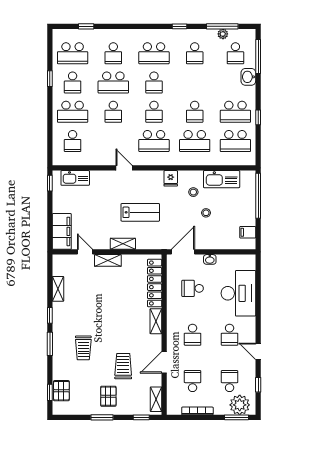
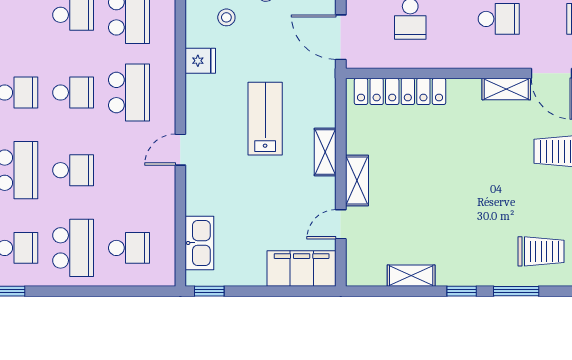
shelving: (156, 321) -> (506, 89), moved
trolley: (83, 348) -> (541, 251), moved

